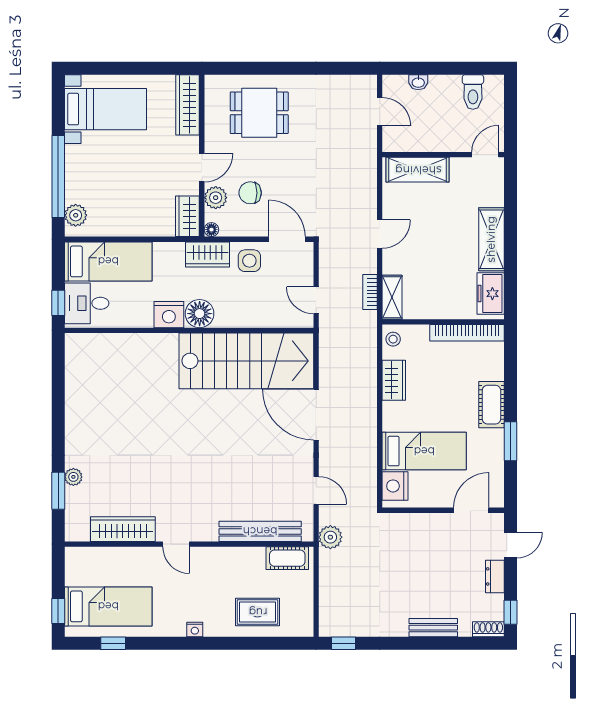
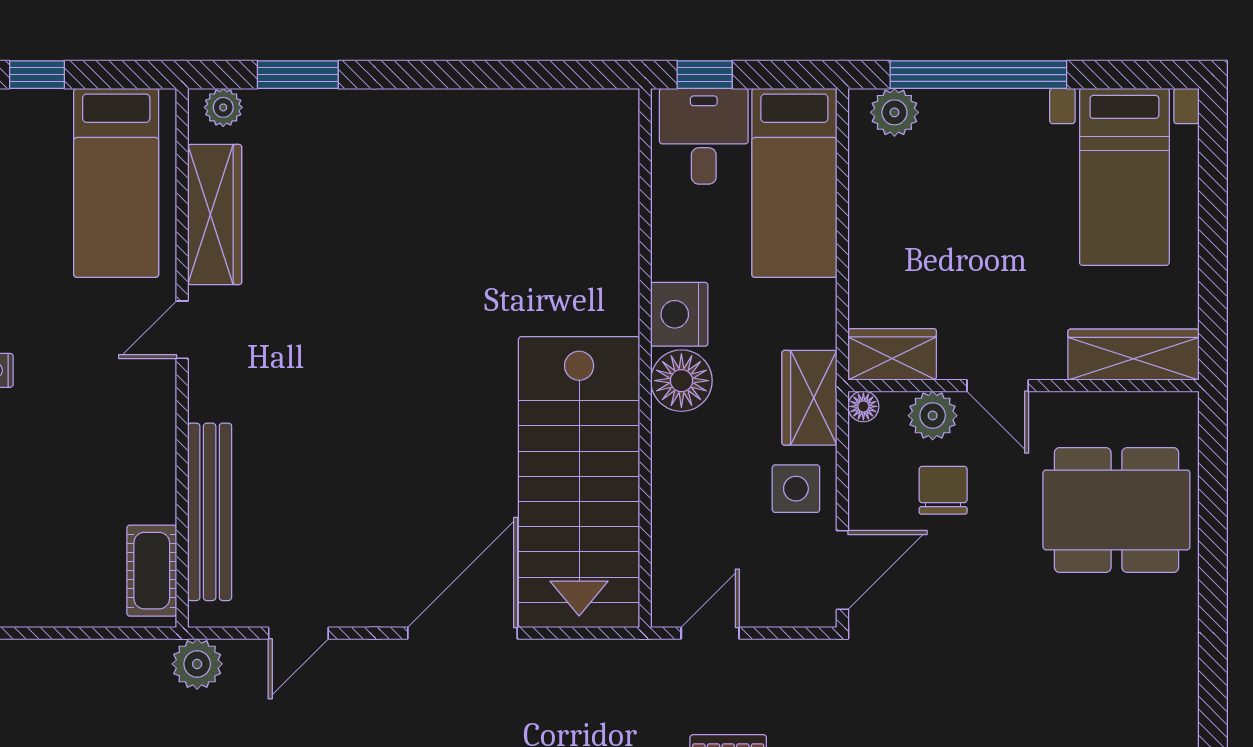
dining table: (259, 113) -> (1116, 510), width x1.38
plant: (73, 477) -> (223, 107), moved
bed: (108, 606) -> (116, 183), moved
rug: (258, 612) -> (35, 506), removed

